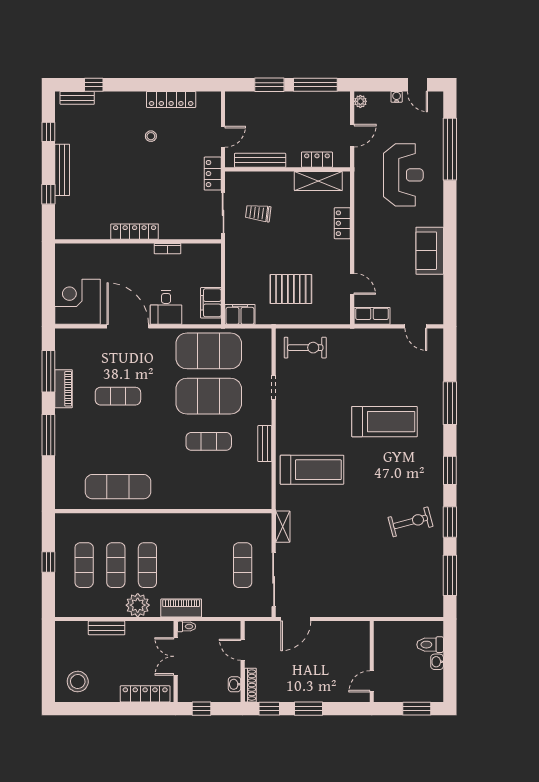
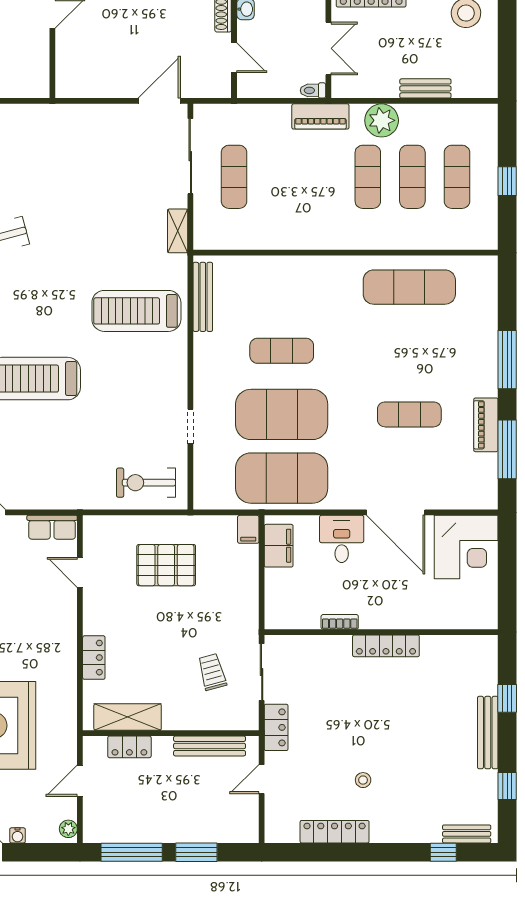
trolley: (258, 213) -> (212, 672), turned -112
filing cabinet: (240, 314) -> (248, 529), width x0.50
bench: (265, 444) -> (203, 297), moved, width x1.36

